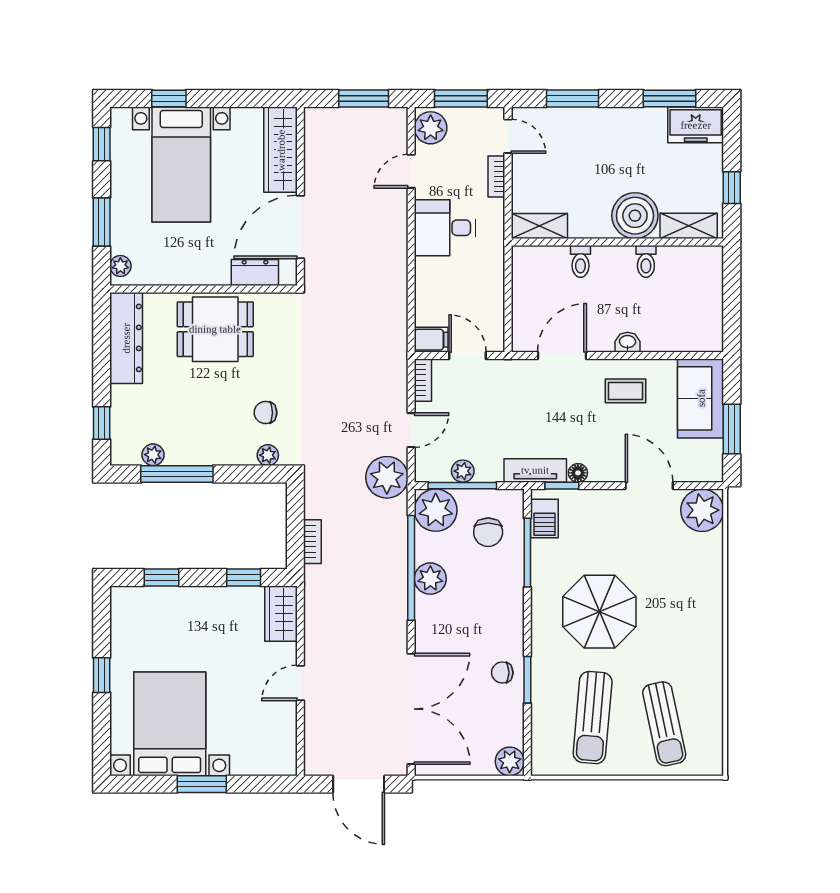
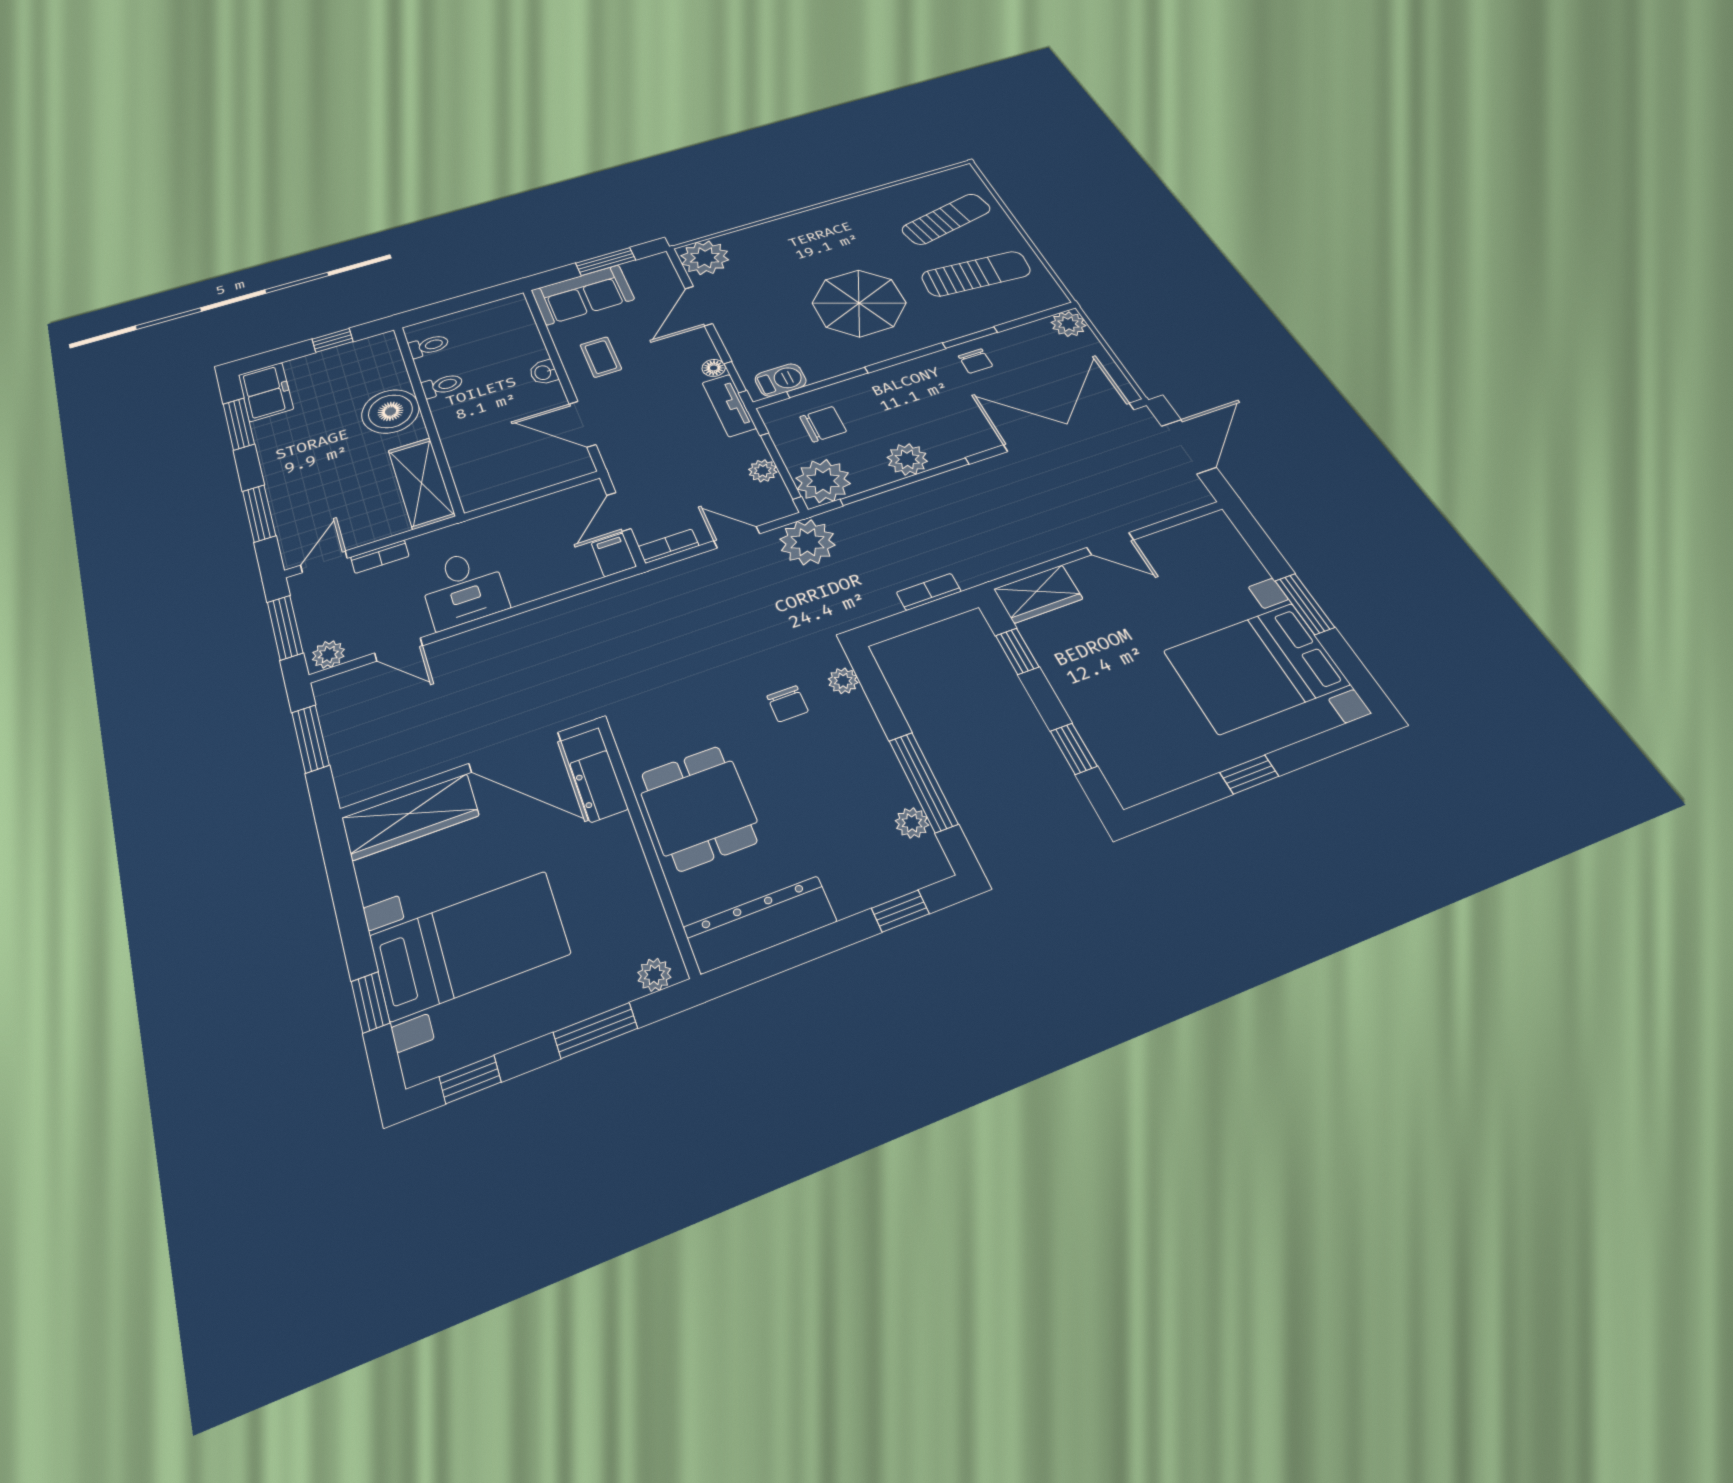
plant: (431, 128) -> (328, 654), width x0.73, depth x0.73
shelving: (539, 226) -> (421, 483), width x1.50, depth x1.33
shelving: (689, 226) -> (388, 362), removed
toilet: (580, 261) -> (429, 346), moved

